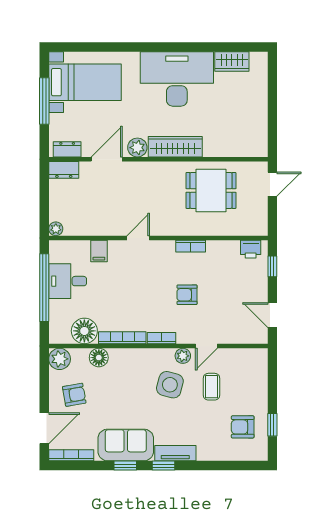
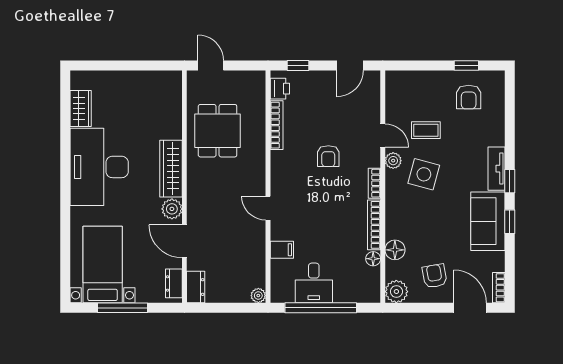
bookcase: (191, 246) -> (277, 125), moved, width x1.56
floor lamp: (84, 331) -> (373, 259), width x0.53, depth x0.53
bookcase: (71, 455) -> (499, 288), width x0.64

